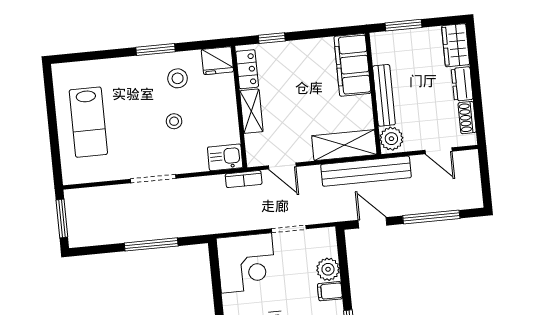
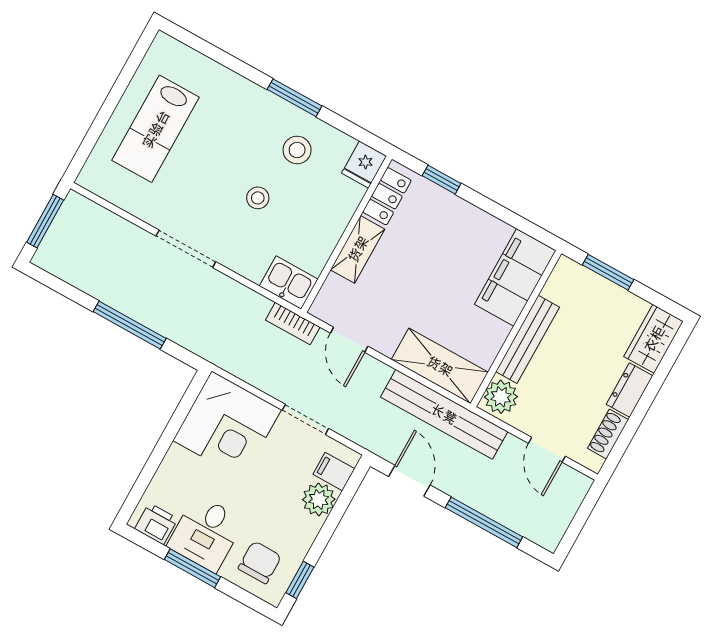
fridge: (217, 61) -> (364, 165), width x0.72
filing cabinet: (330, 291) -> (334, 472), moved

